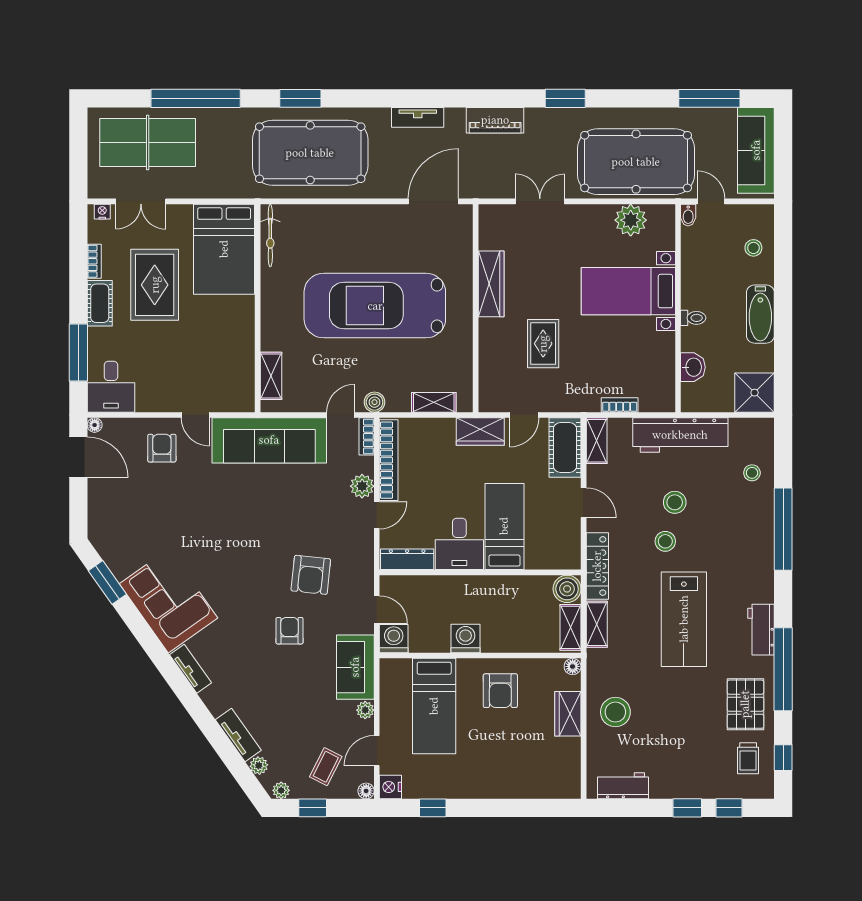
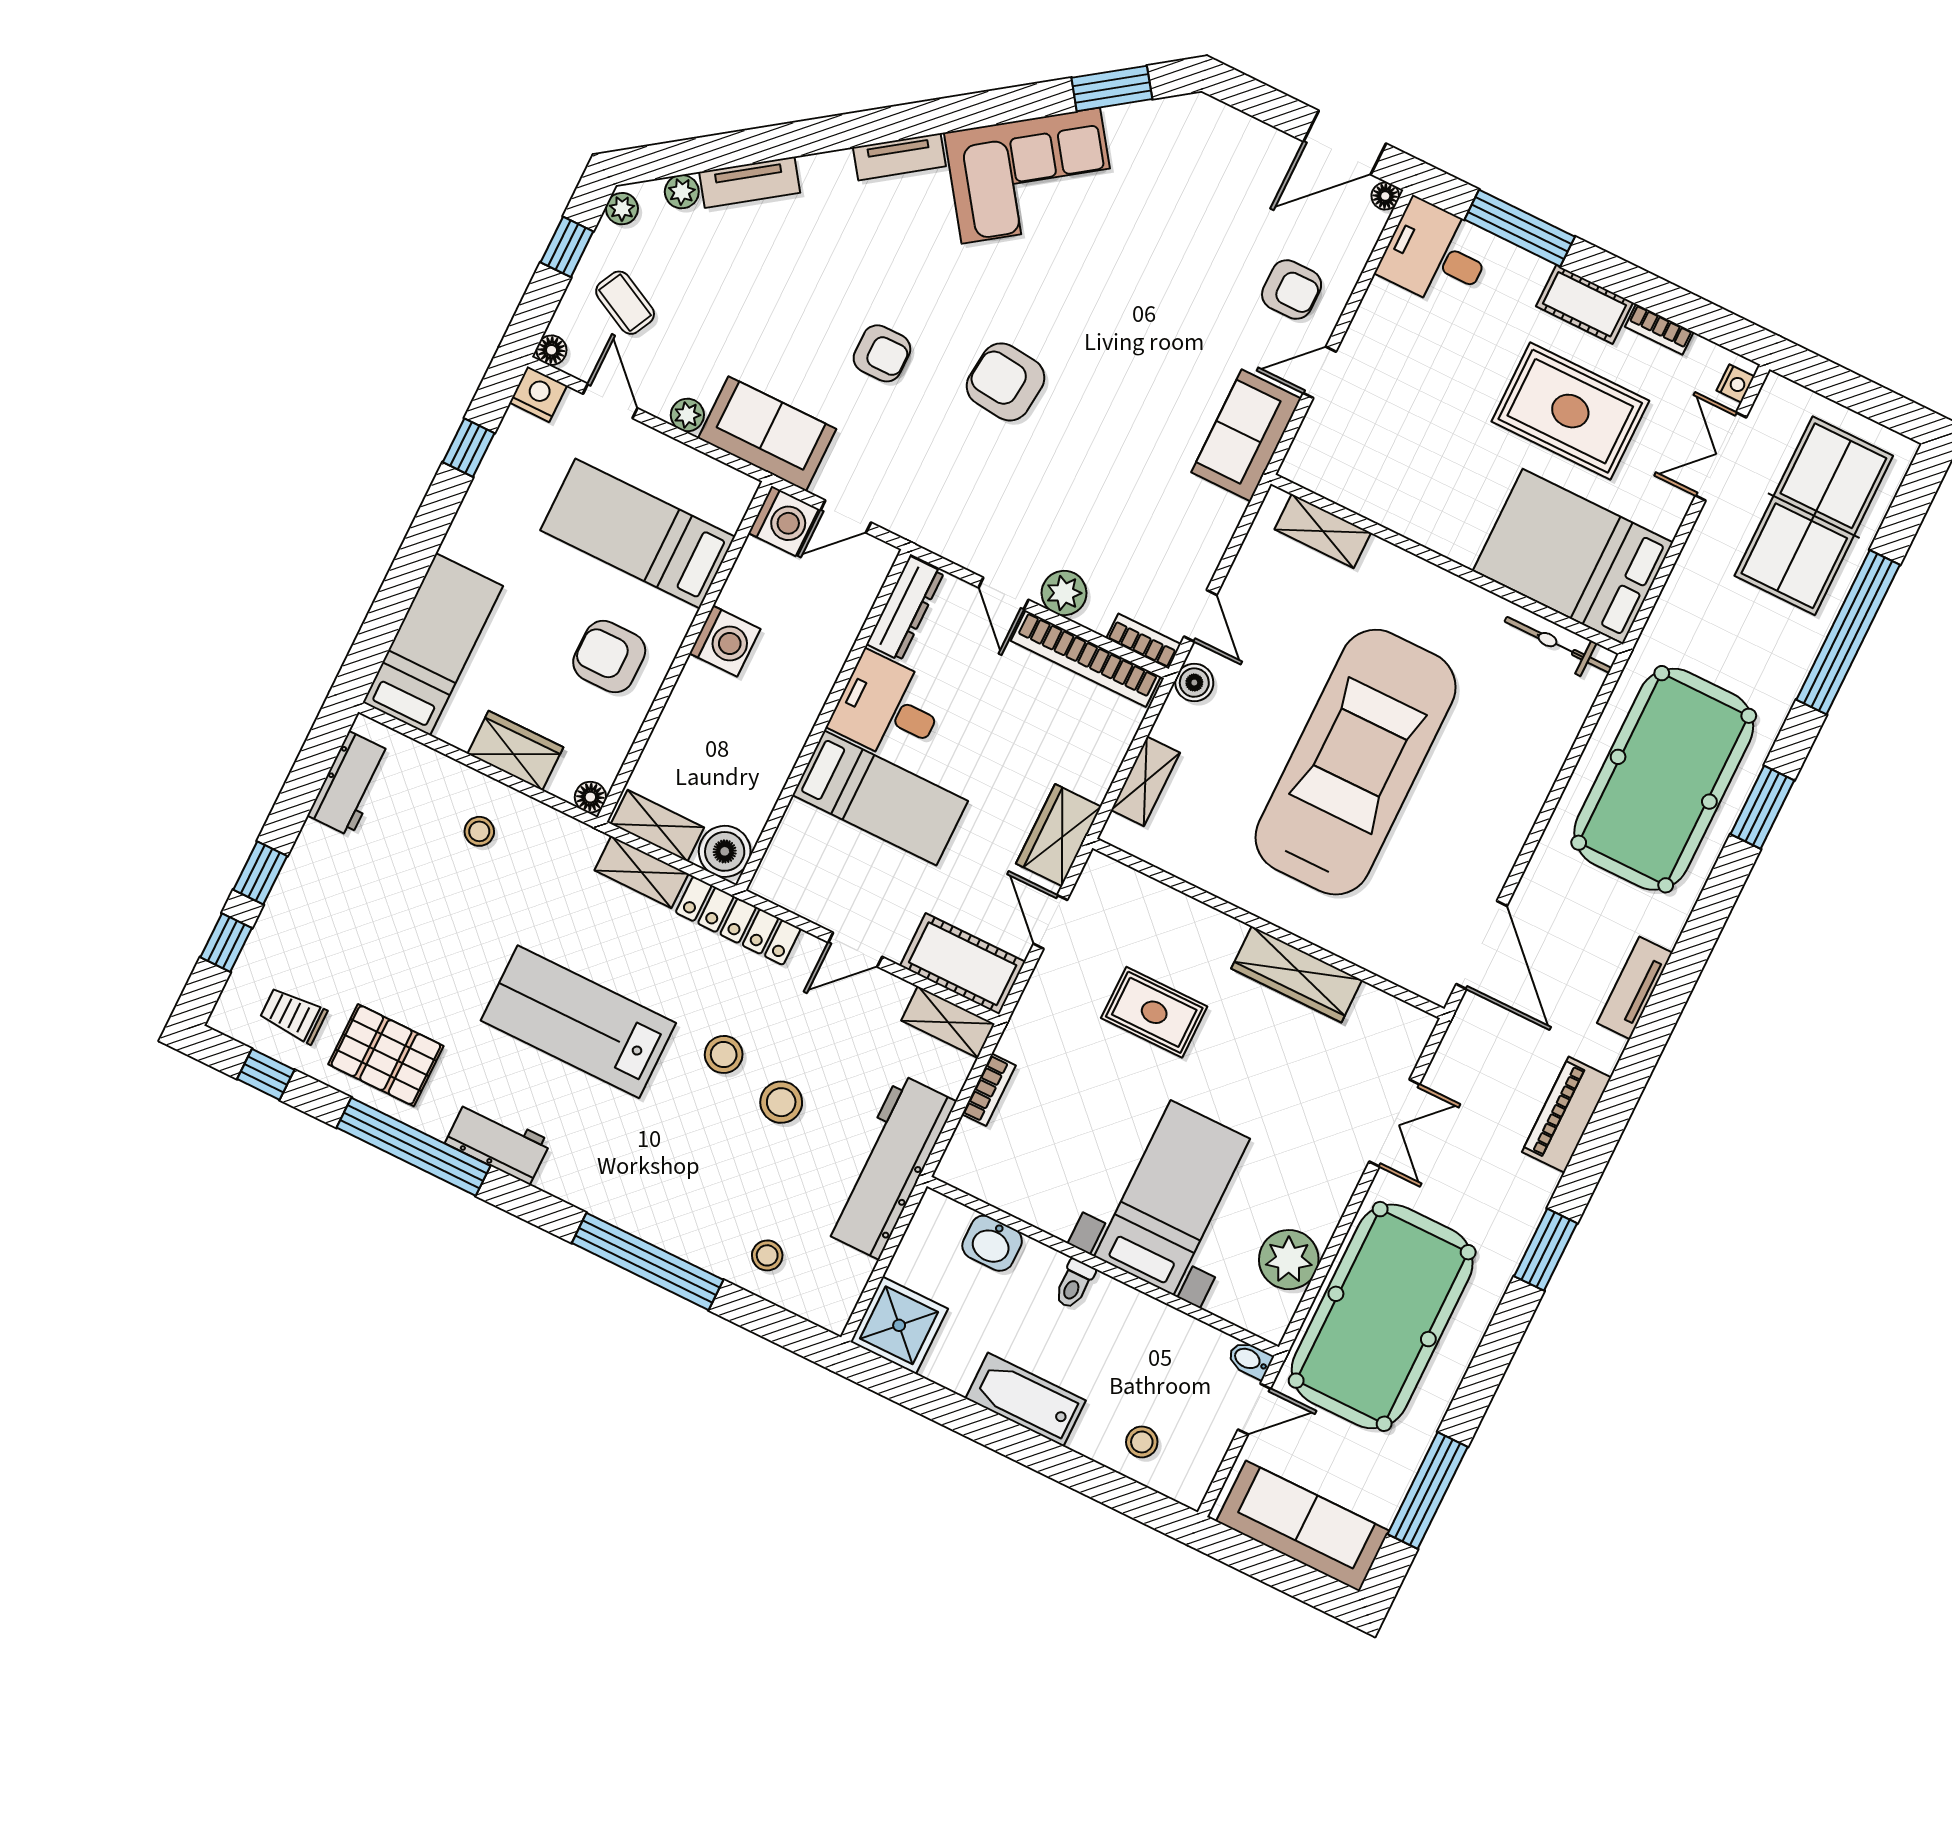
sofa: (269, 440) -> (1246, 435), width x0.54, depth x0.79
armchair: (311, 575) -> (1006, 382), moved
stool: (615, 712) -> (479, 831), width x0.53, depth x0.53
bed: (536, 779) -> (433, 644), added

